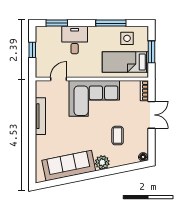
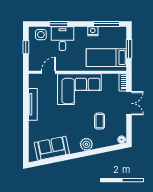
window: (57, 23) -> (59, 24), moved
window: (111, 23) -> (107, 24), moved
nightstand: (110, 32) -> (93, 31), added
side table: (127, 38) -> (41, 35), moved
sofa: (69, 166) -> (52, 148), width x0.73

